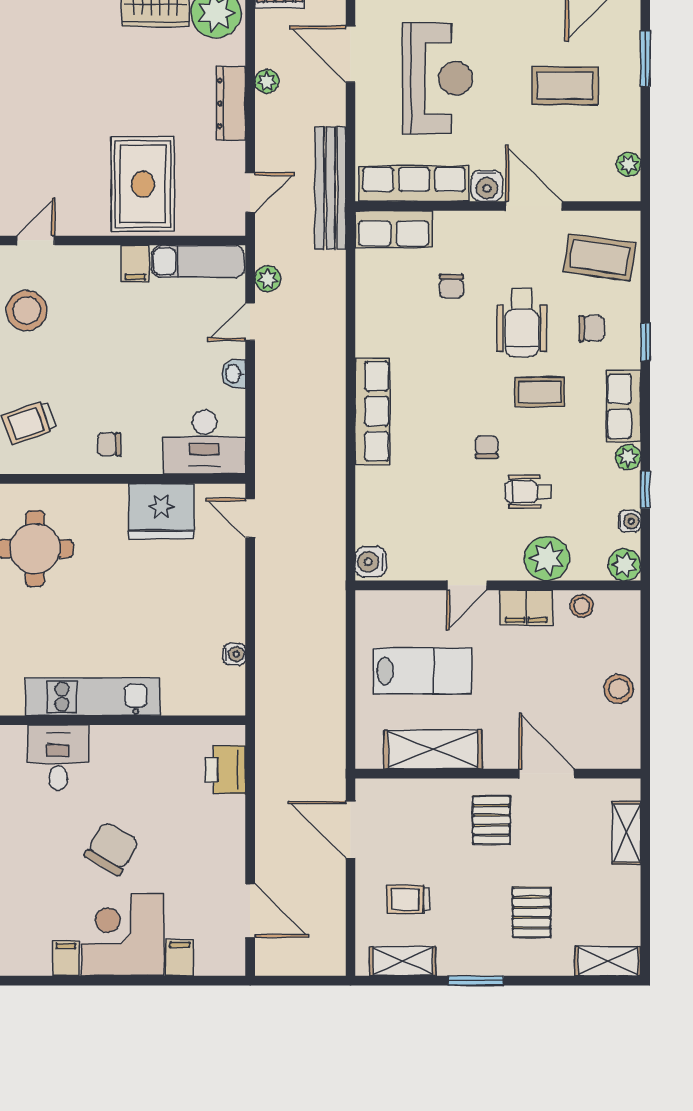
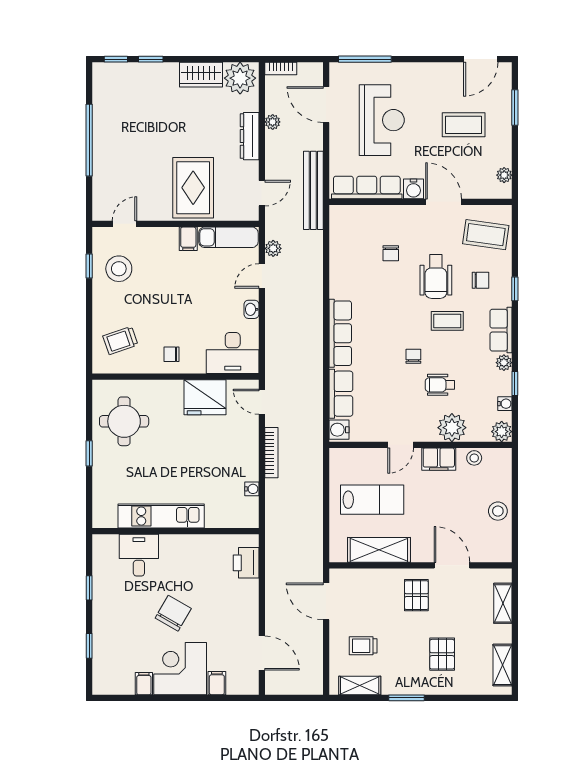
row of seats: (394, 229) -> (341, 394), moved, turned -90
bookcase: (265, 597) -> (271, 453), added
shelving: (608, 961) -> (503, 665), moved, turned 90

